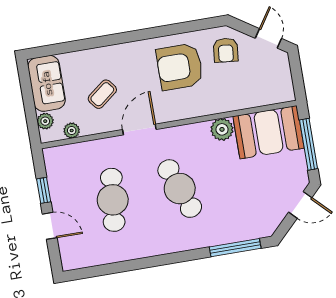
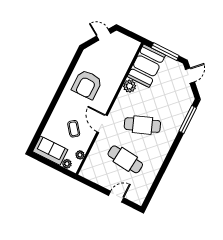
armchair: (226, 50) -> (95, 58), removed
window: (44, 190) -> (98, 188), removed

